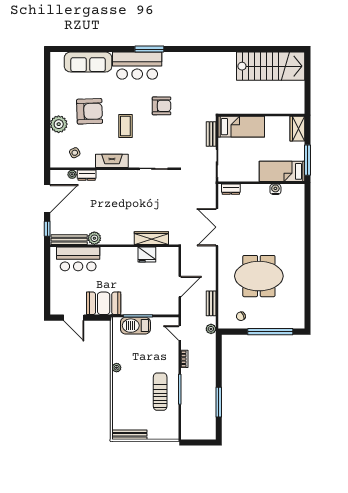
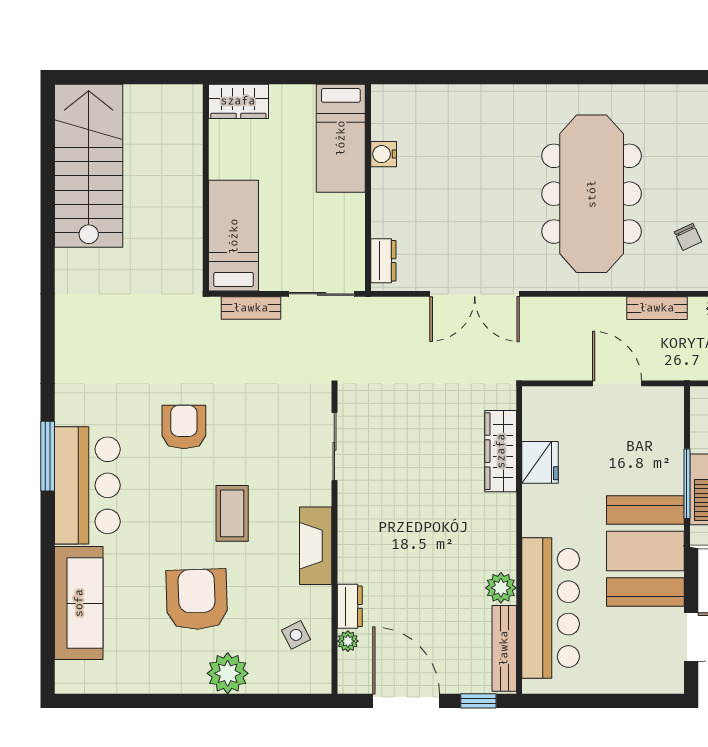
coffee table: (125, 126) -> (232, 513), turned 90
window: (308, 160) -> (314, 77), removed
bar counter: (78, 259) -> (551, 608), width x1.36
meeting table: (259, 276) -> (592, 194), width x1.36
booth: (104, 303) -> (645, 551), width x1.36, depth x1.42

